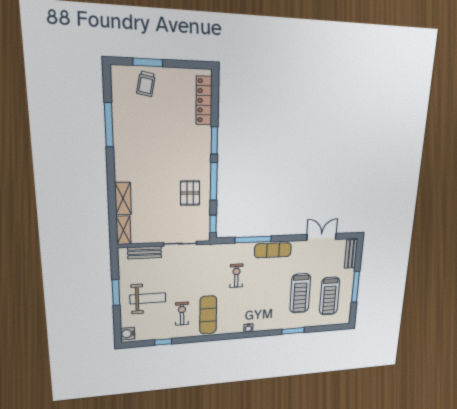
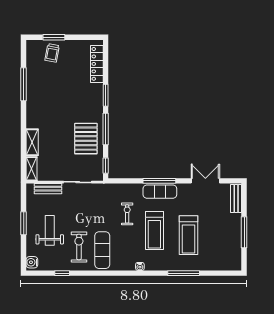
pallet: (190, 193) -> (86, 139), width x1.50, depth x1.42
window: (253, 239) -> (159, 181), moved
treadmill: (330, 296) -> (154, 230), moved
weight bench: (148, 298) -> (50, 230), turned -90
exercise bike: (182, 314) -> (79, 247), width x1.38, depth x1.39
window: (293, 331) -> (184, 273), width x1.44

